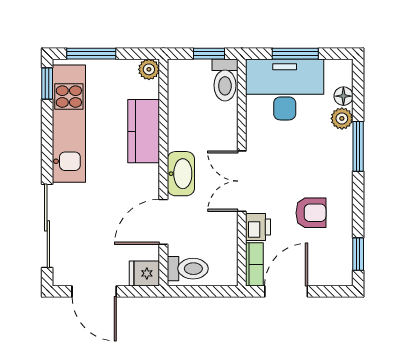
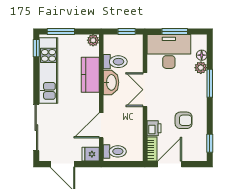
toilet: (225, 80) -> (115, 62), moved, turned -90
washbasin: (181, 174) -> (111, 82), moved
double door: (242, 181) -> (145, 90), moved

